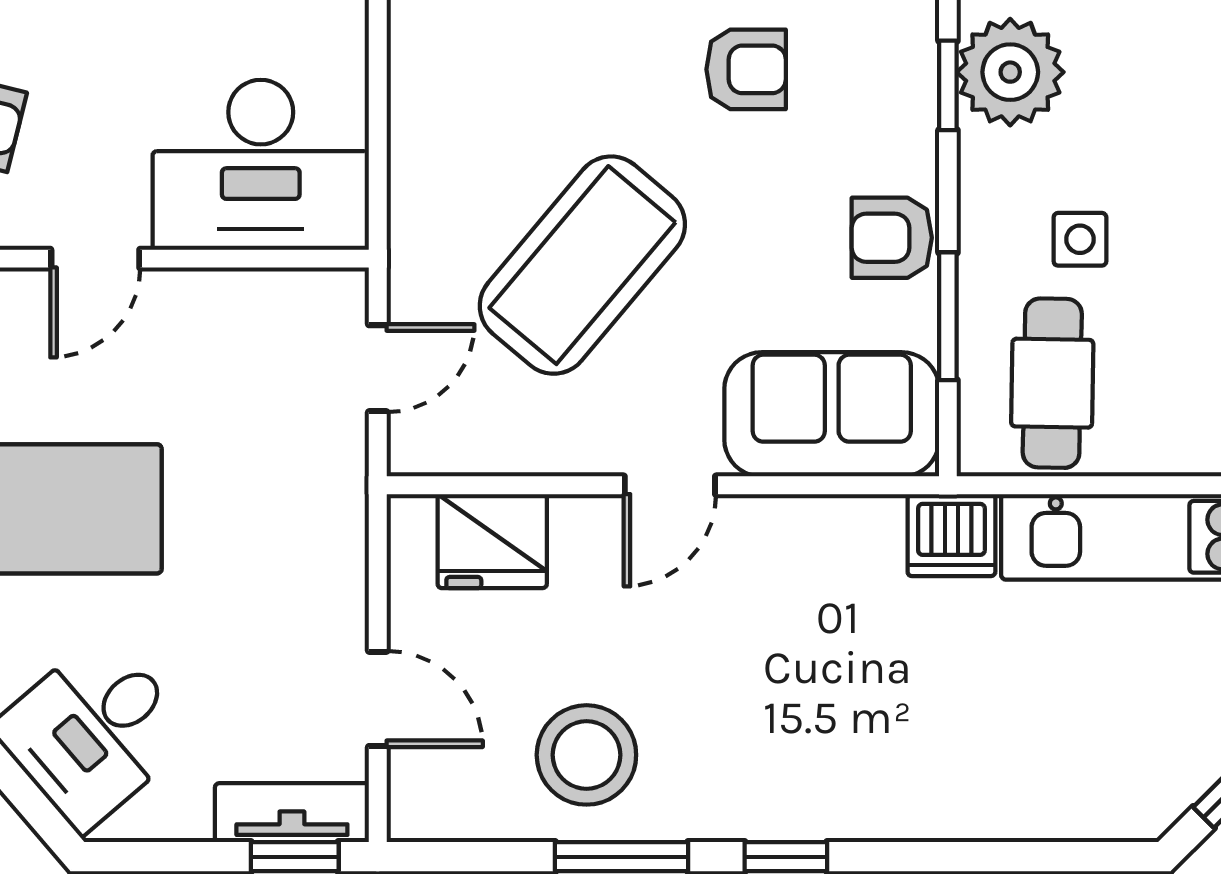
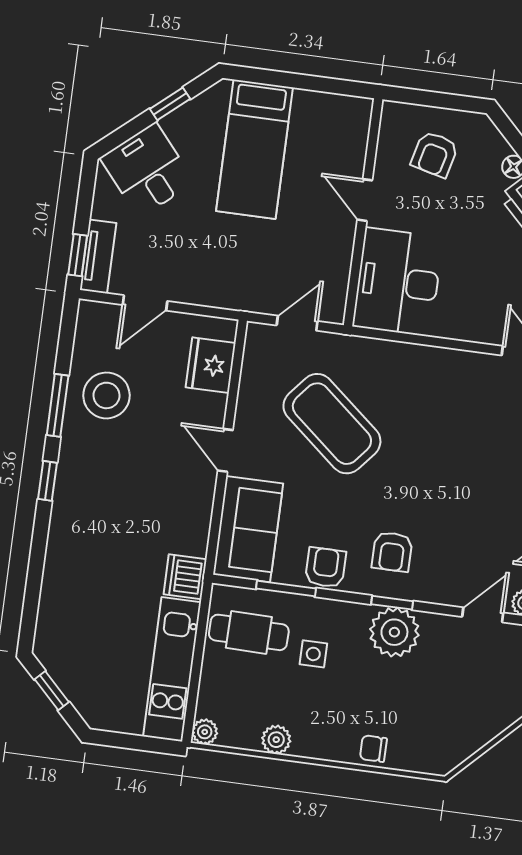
armchair: (746, 69) -> (392, 552), moved
door: (378, 368) -> (297, 323), swing flipped

